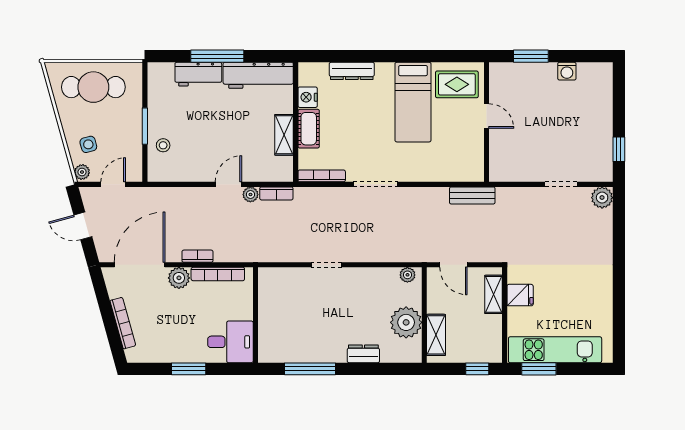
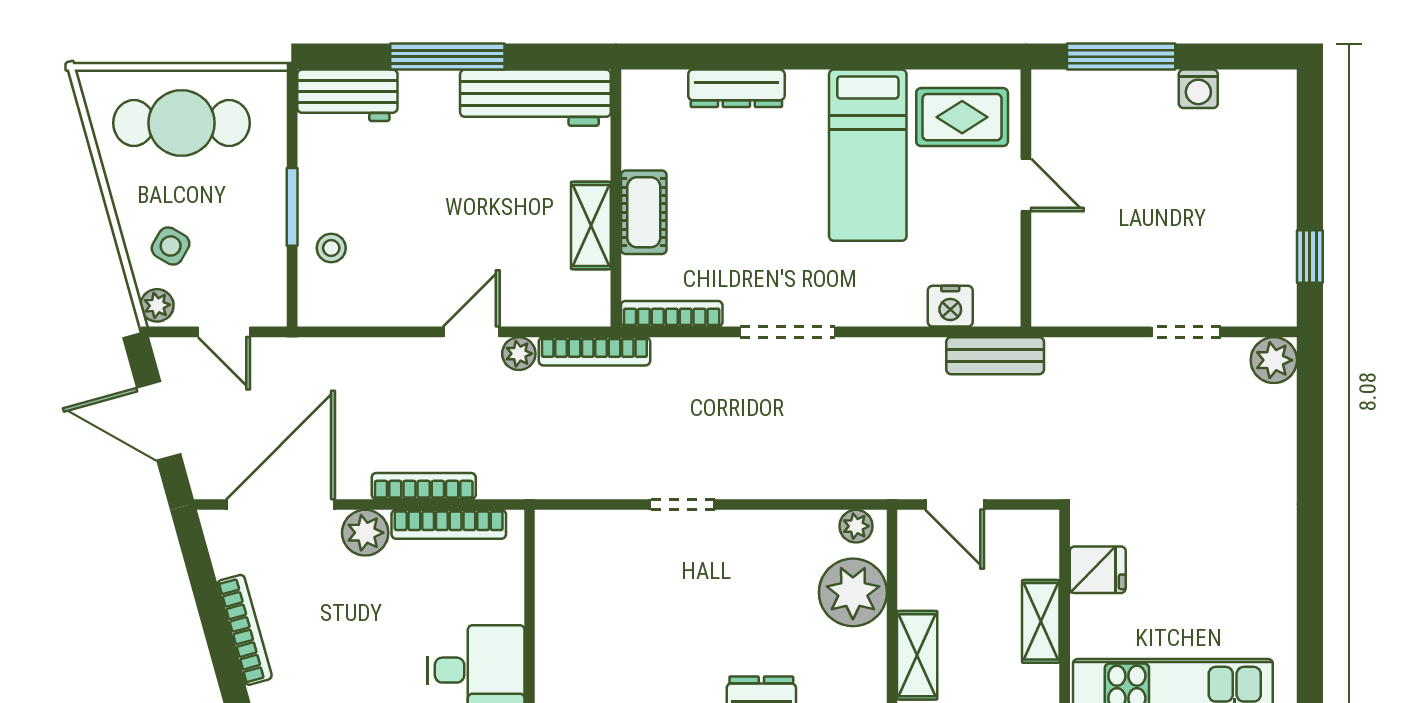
window: (531, 56) -> (1121, 57), width x1.44
workbench: (198, 74) -> (347, 95), moved
nightstand: (308, 97) -> (950, 306), moved, turned -90
side table: (88, 144) -> (171, 246), turned 45
door: (113, 184) -> (224, 332), swing flipped
bookcase: (276, 193) -> (594, 351), width x1.56
door: (83, 226) -> (159, 421), width x1.38
bookcase: (197, 256) -> (424, 486), width x1.56
shelving: (494, 294) -> (1041, 621), moved
plant: (406, 322) -> (853, 592), moved

